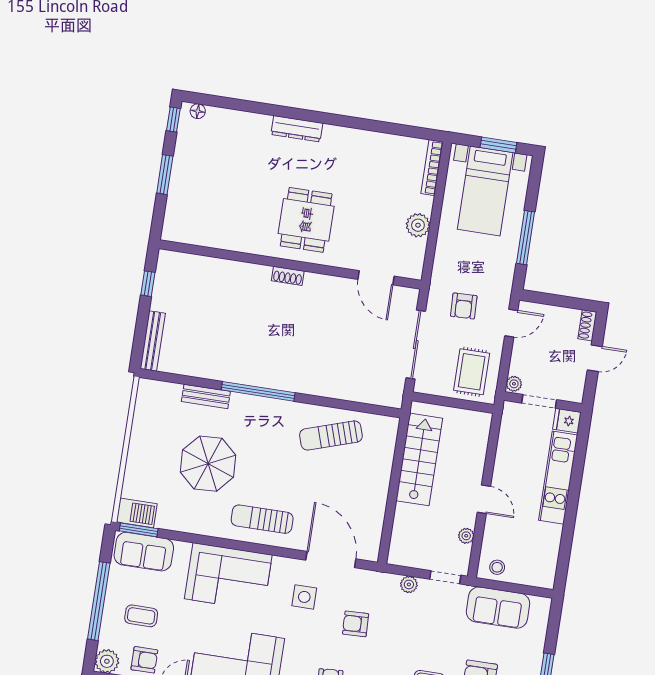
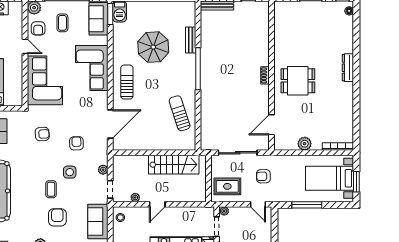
side table: (304, 597) -> (70, 172), moved

